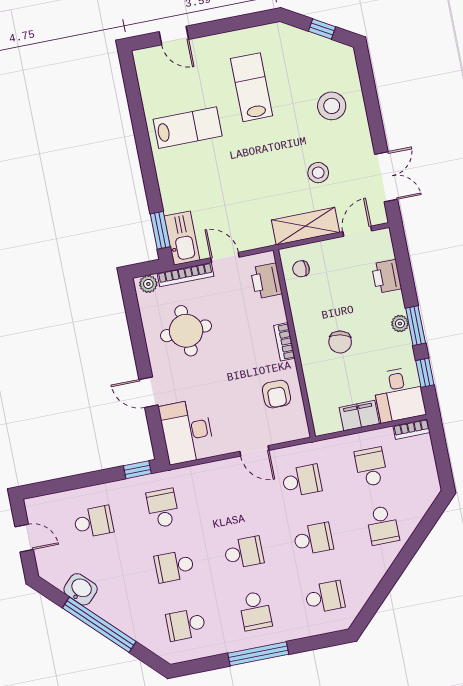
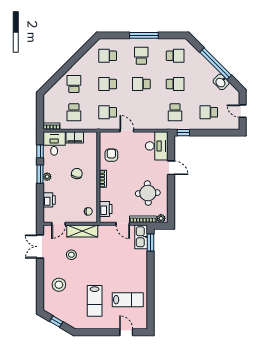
lab bench: (188, 128) -> (128, 300), moved, turned 180

